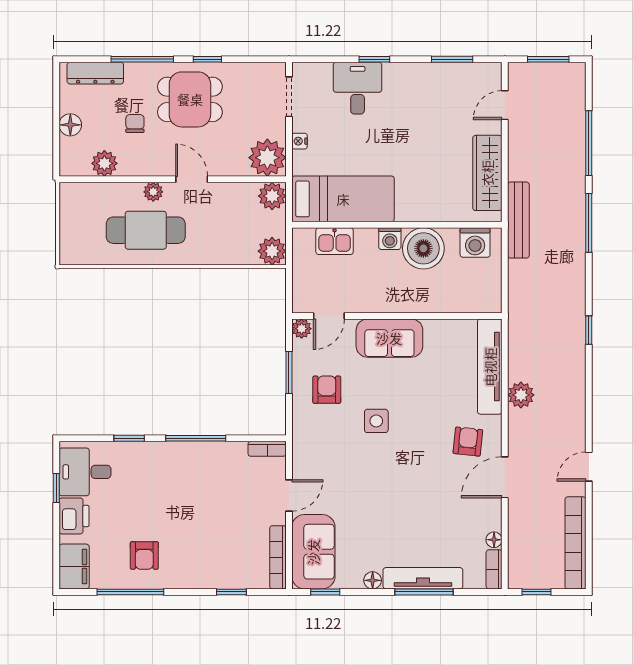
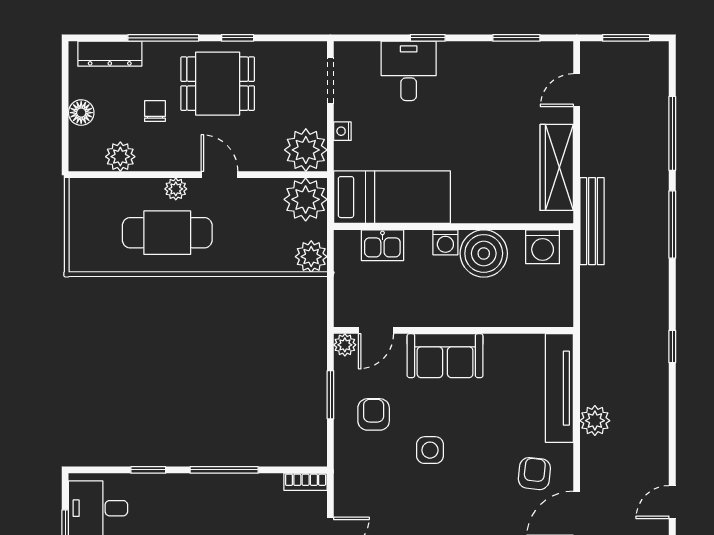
plant: (272, 196) -> (306, 199), width x1.36, depth x1.36

